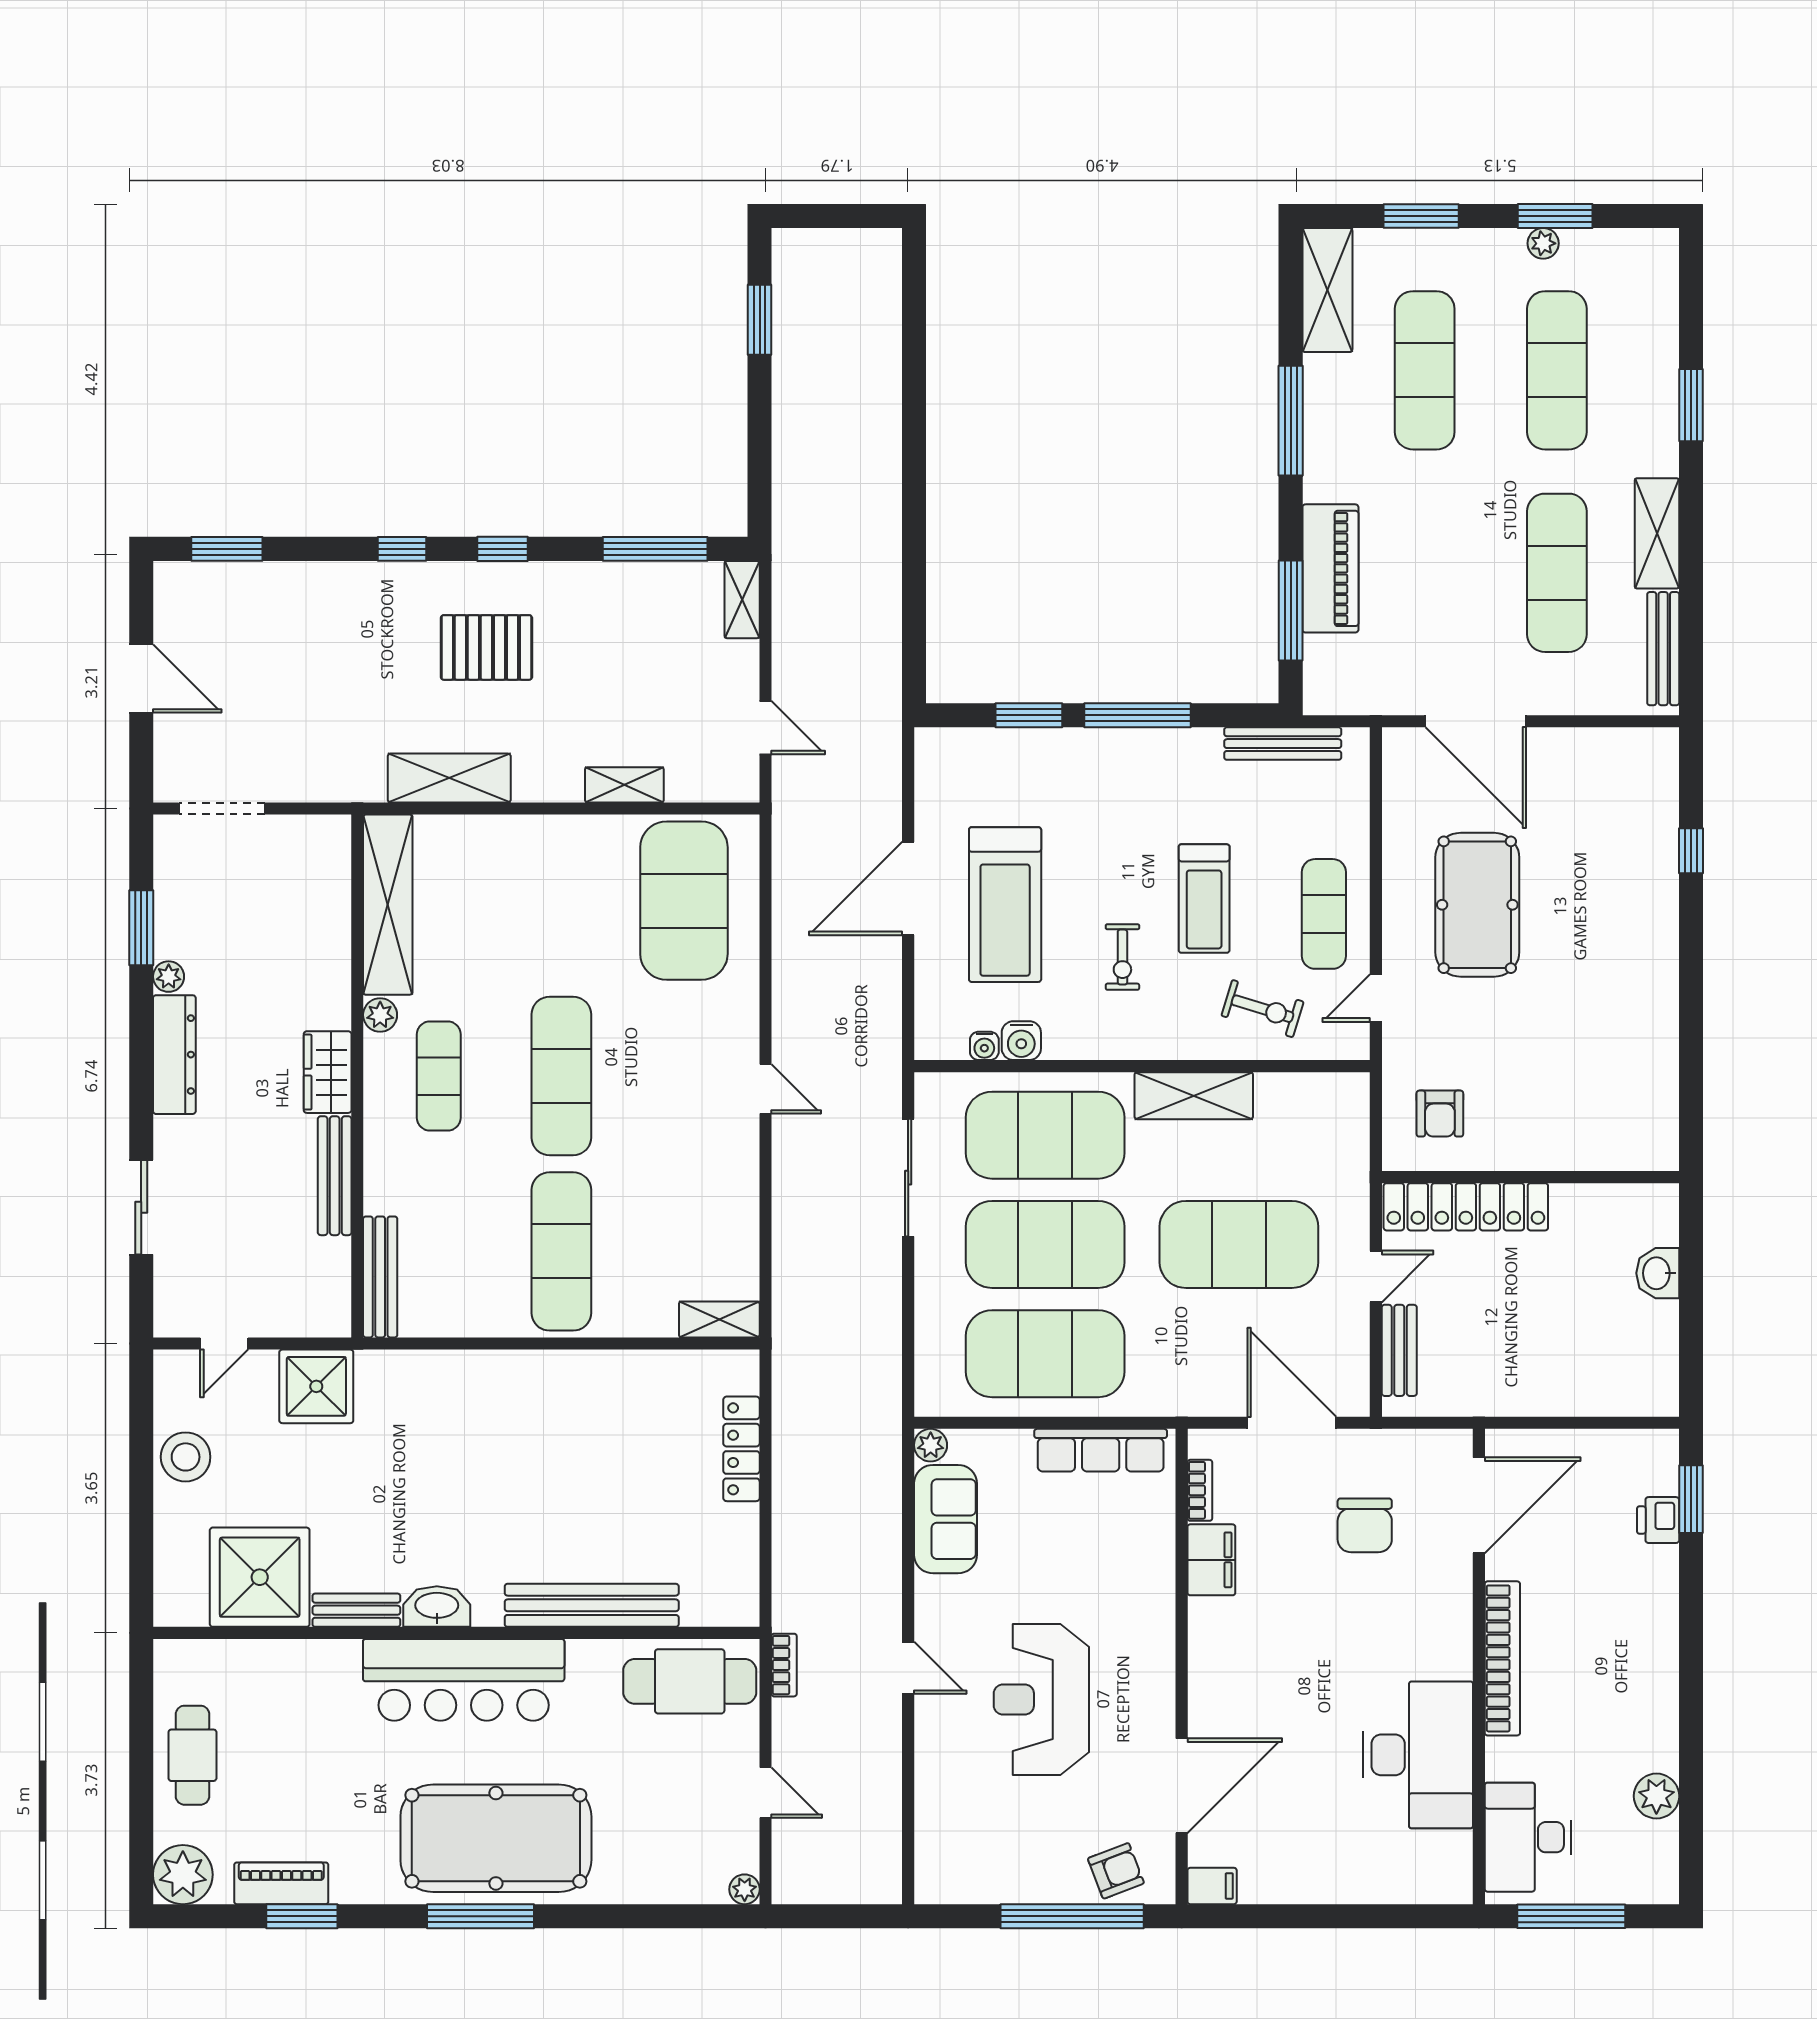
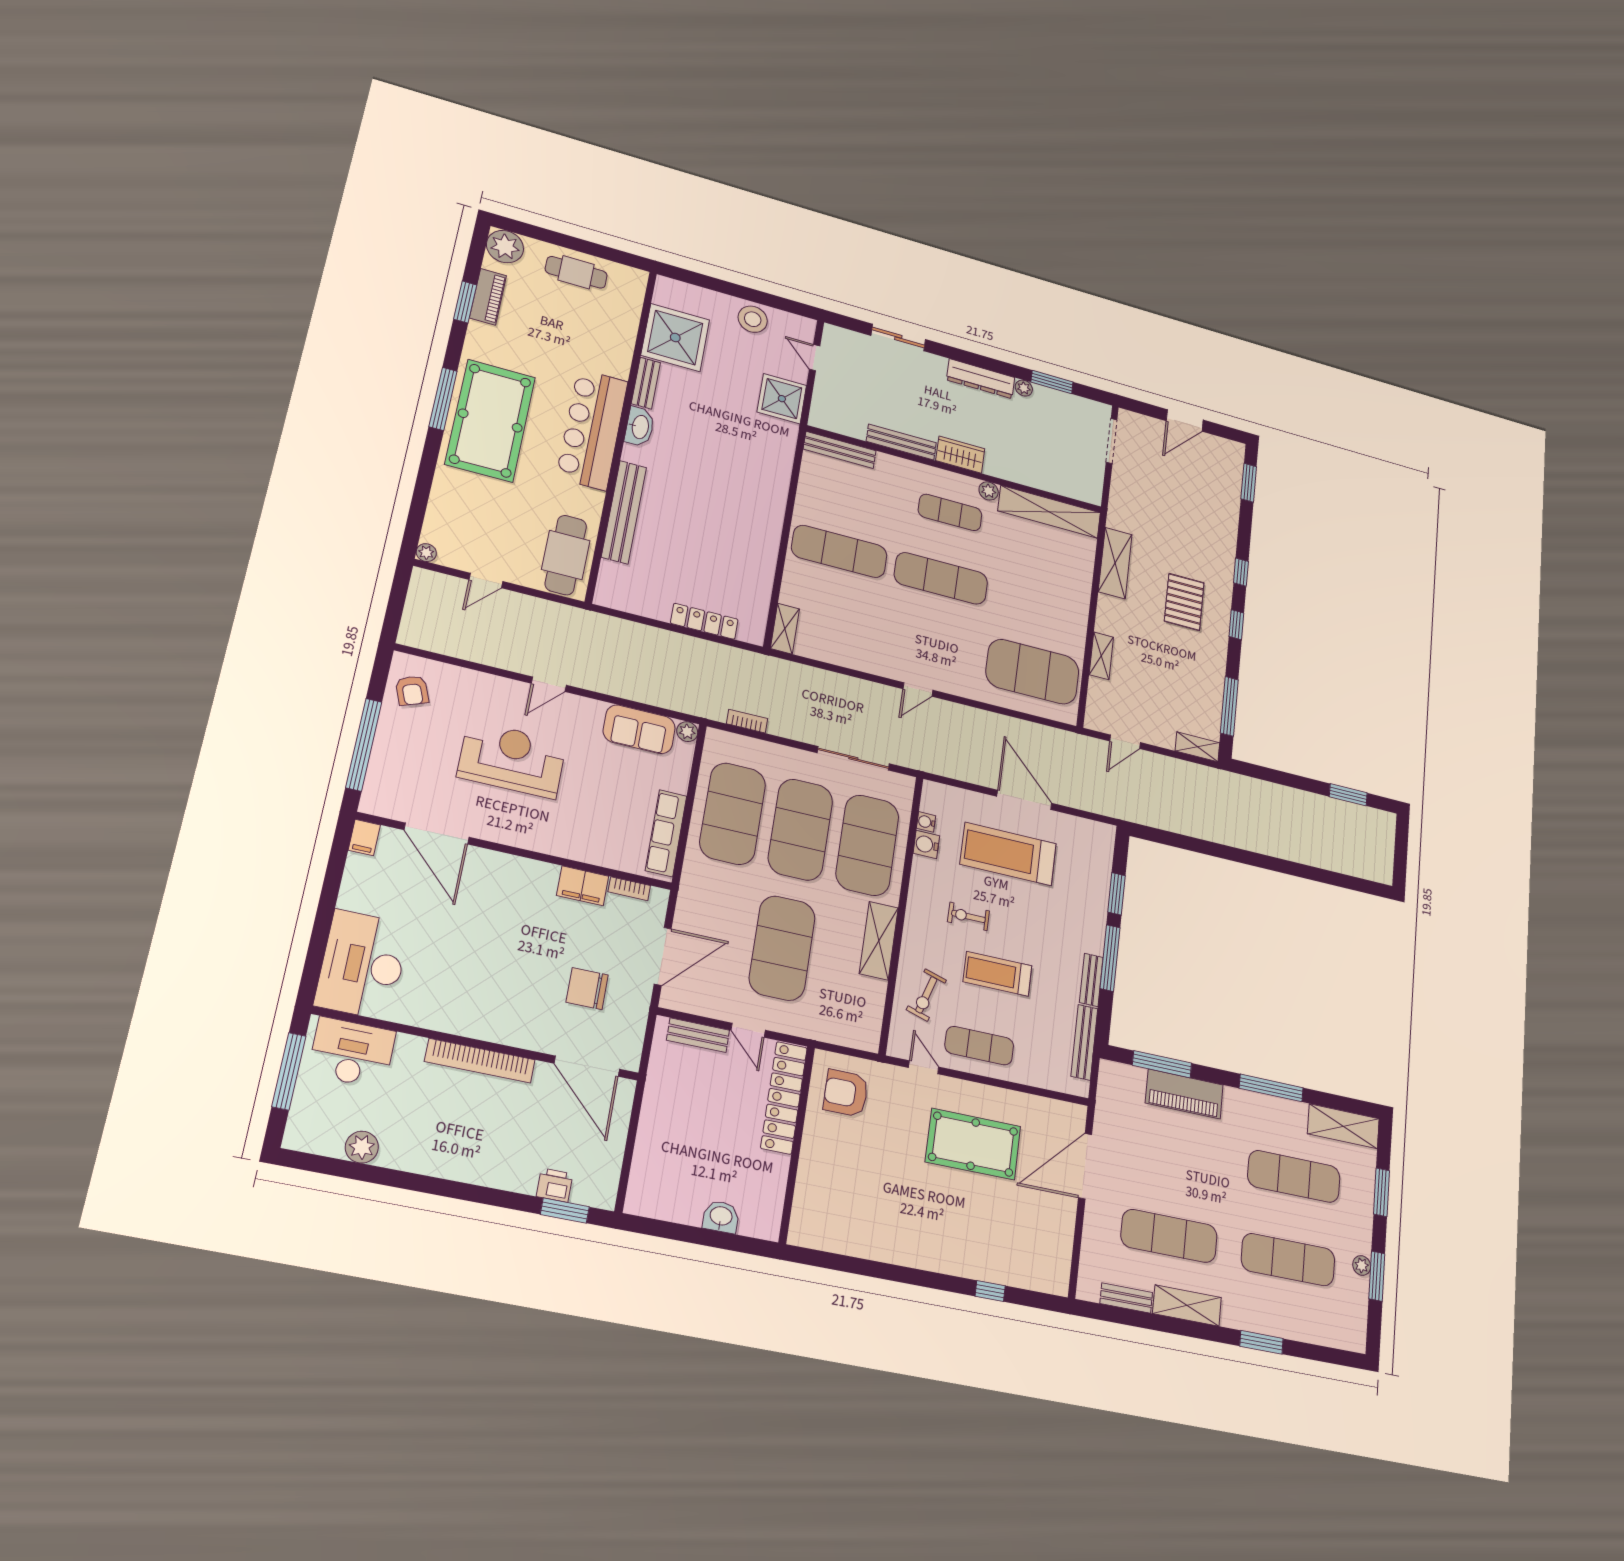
bench: (1663, 649) -> (1126, 1298), width x0.73
bench: (1180, 743) -> (1091, 980), added
armchair: (1440, 1114) -> (846, 1093), width x1.38, depth x1.38
bookcase: (784, 1665) -> (747, 721), moved, turned 180
desk: (1418, 1755) -> (362, 965), moved, turned 90
armchair: (1116, 1871) -> (412, 691), moved

